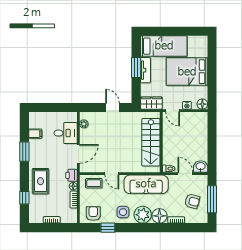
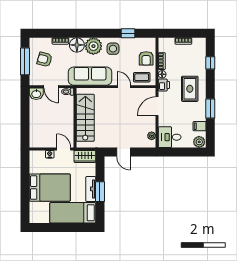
floor lamp: (202, 104) -> (35, 155), removed
plant: (36, 118) -> (199, 142), added
desk: (66, 133) -> (170, 137), moved
rug: (40, 181) -> (190, 89), moved
armchair: (93, 214) -> (146, 58), moved

